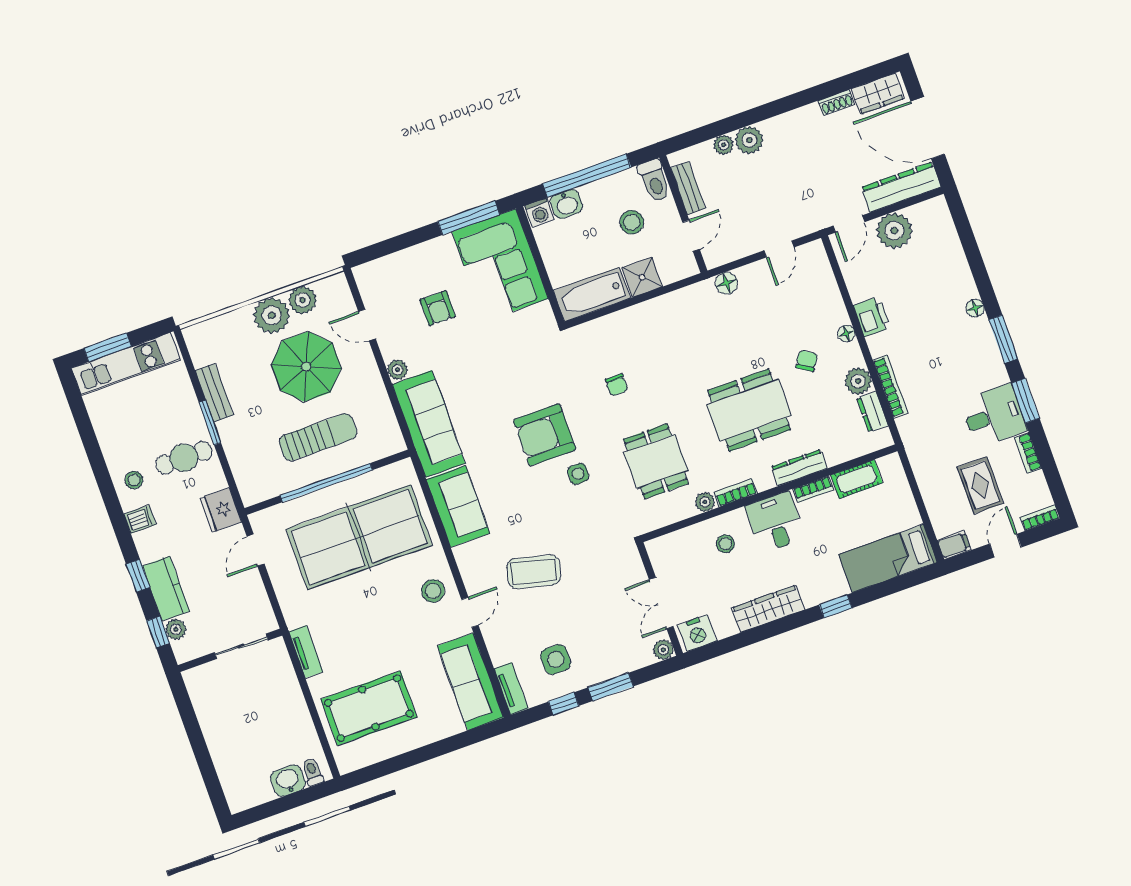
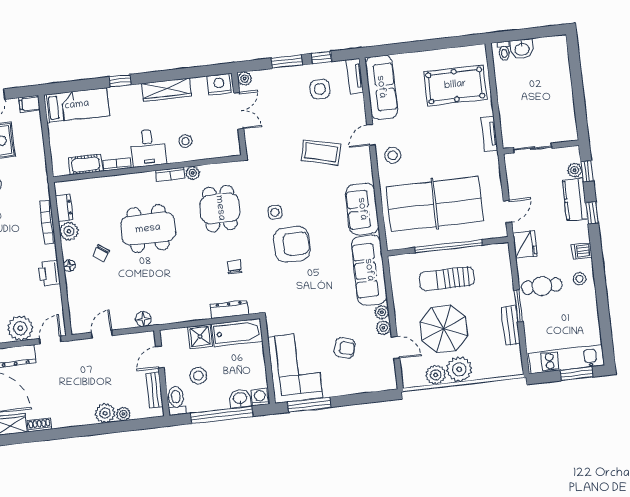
armchair: (438, 308) -> (345, 348), turned 107
plant: (390, 349) -> (383, 328), added
dresser: (799, 468) -> (229, 309), moved, turned 180

